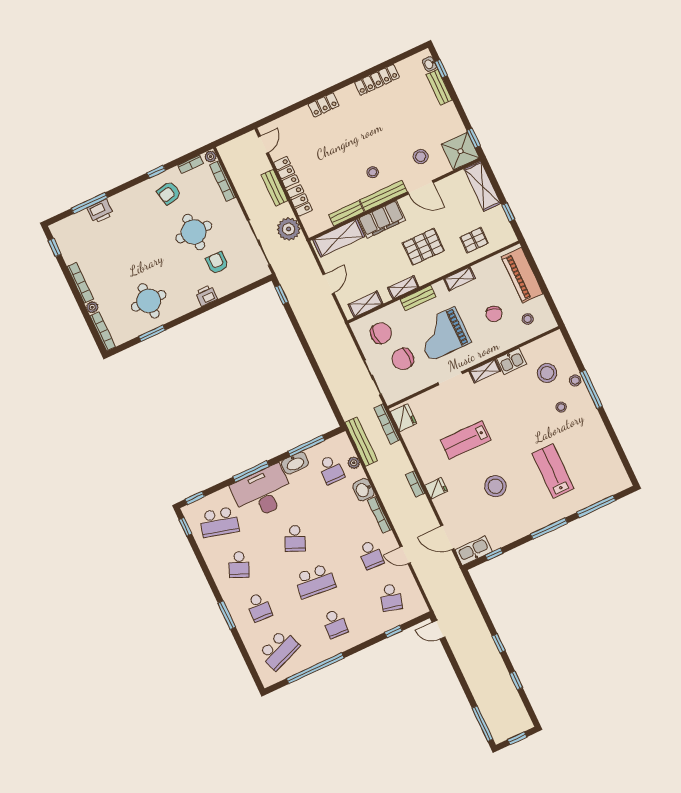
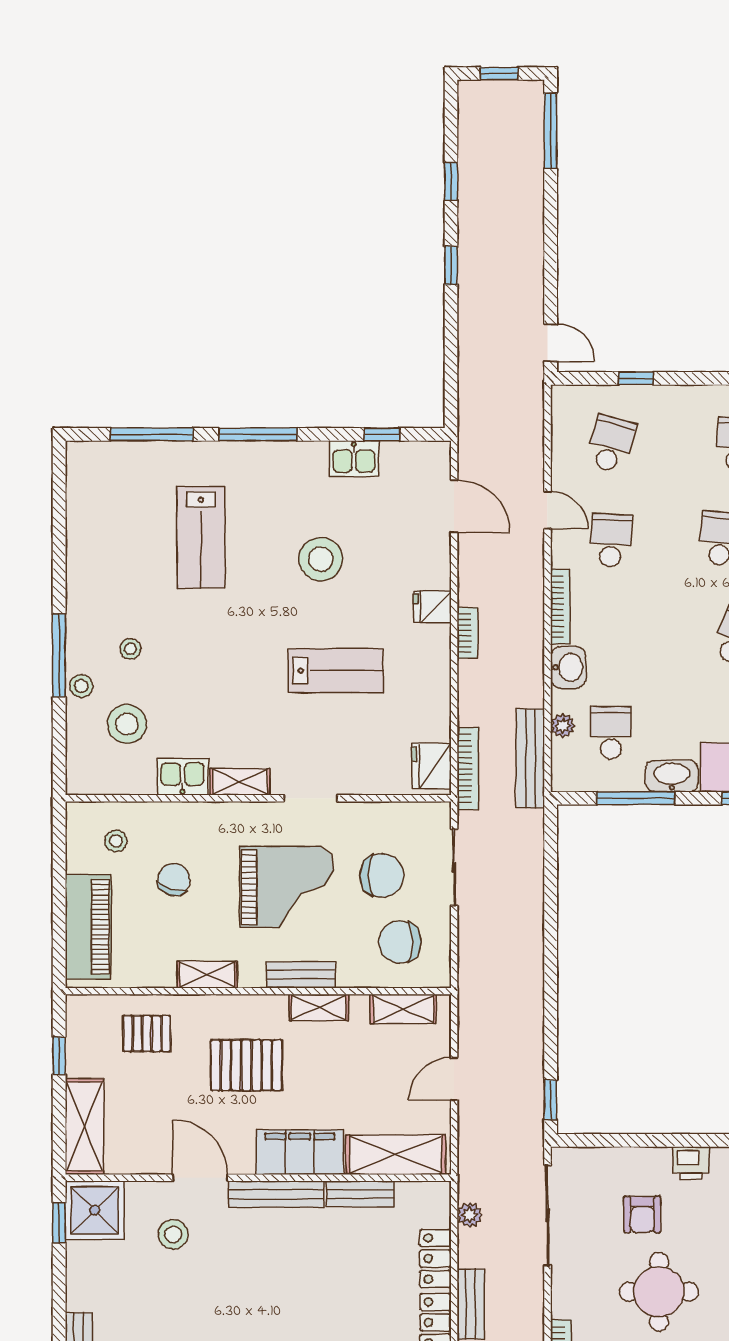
stool: (373, 172) -> (276, 1247), removed
plant: (289, 229) -> (470, 1215), width x0.53, depth x0.53
kitchen sink: (474, 551) -> (354, 459), moved, width x0.73

